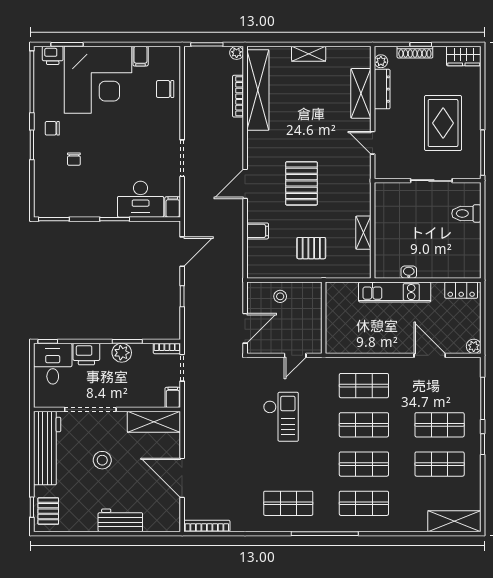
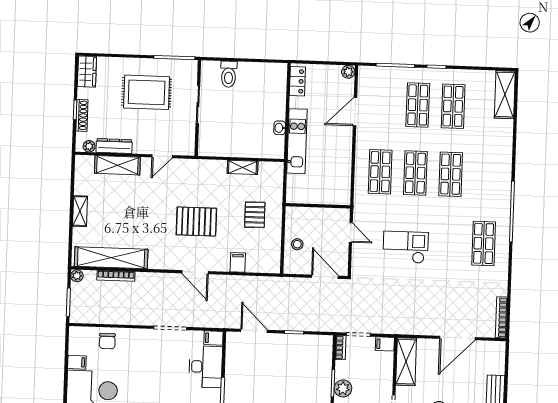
shop shelf: (364, 503) -> (486, 175), removed

